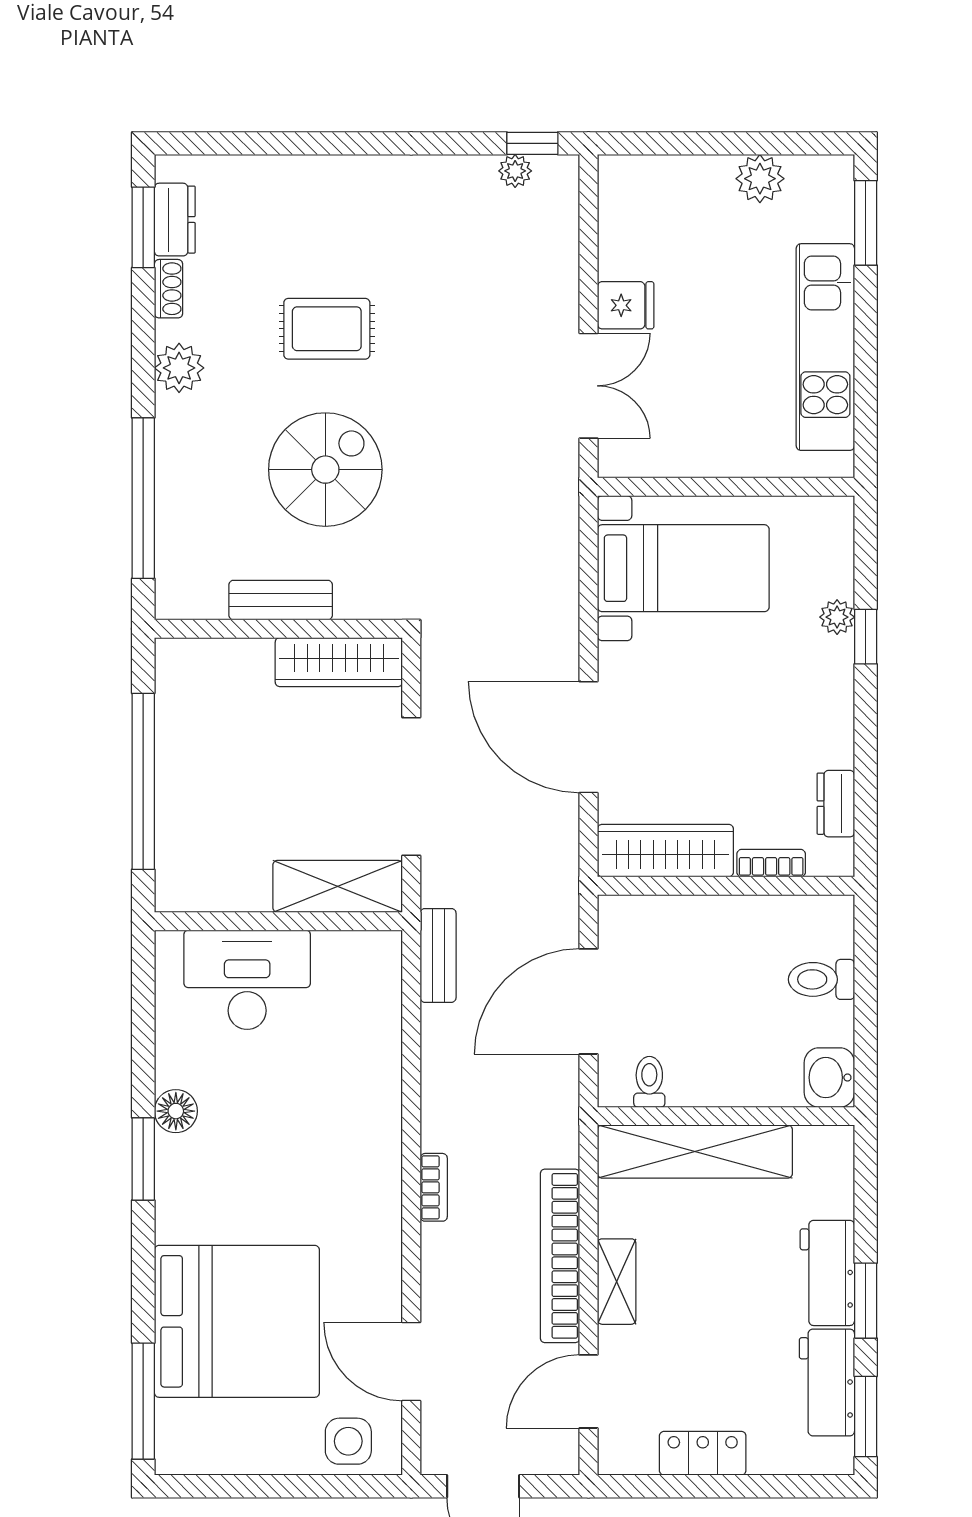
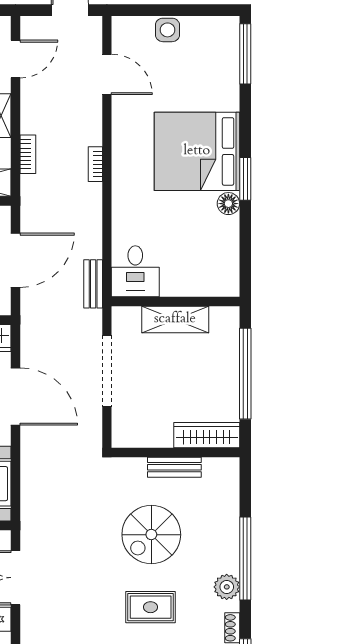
window: (143, 498) -> (245, 558), moved
wardrobe: (339, 662) -> (207, 435), moved
shelving: (338, 886) -> (175, 319), moved
desk: (247, 980) -> (135, 271), moved, width x0.73
bookcase: (560, 1256) -> (28, 154), width x0.43, depth x0.76
bed: (237, 1321) -> (197, 151), moved
side table: (348, 1441) -> (167, 30), moved

